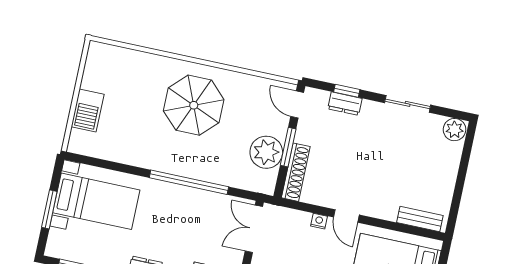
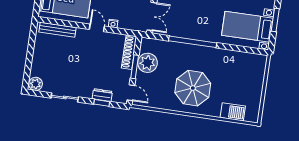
barbecue: (88, 111) -> (233, 112), moved, turned 90
bench: (420, 219) -> (58, 30), width x1.36

